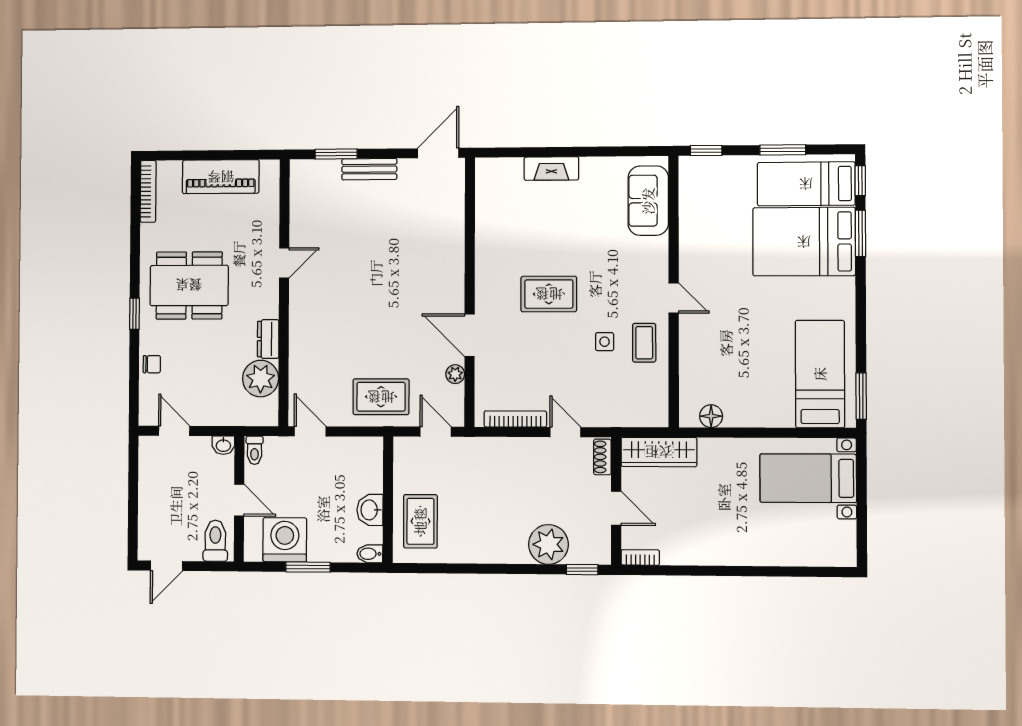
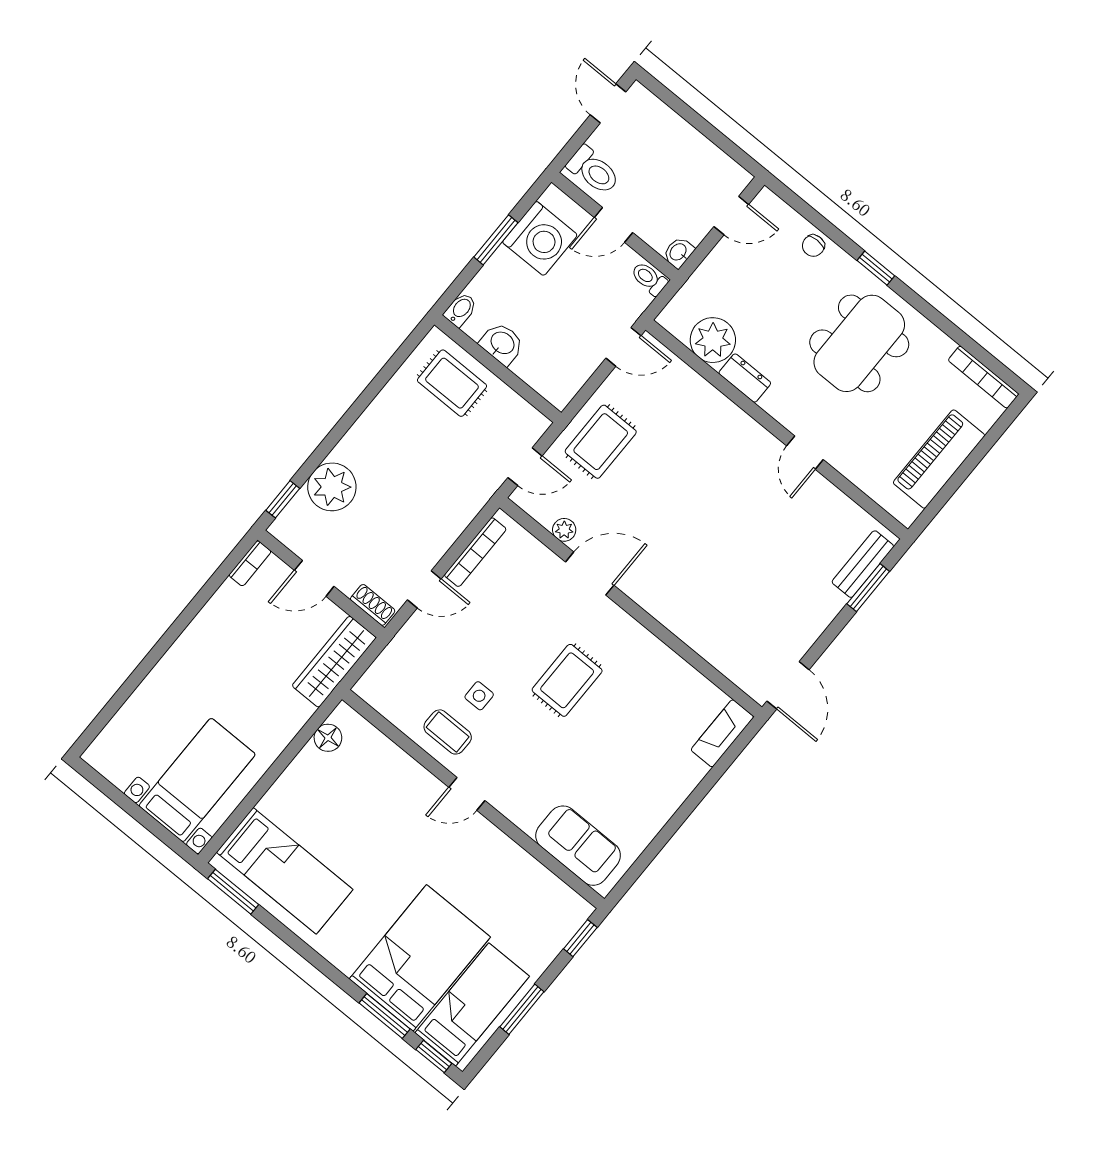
bench: (369, 169) -> (863, 564), moved
fireplace: (551, 169) -> (722, 733), moved

